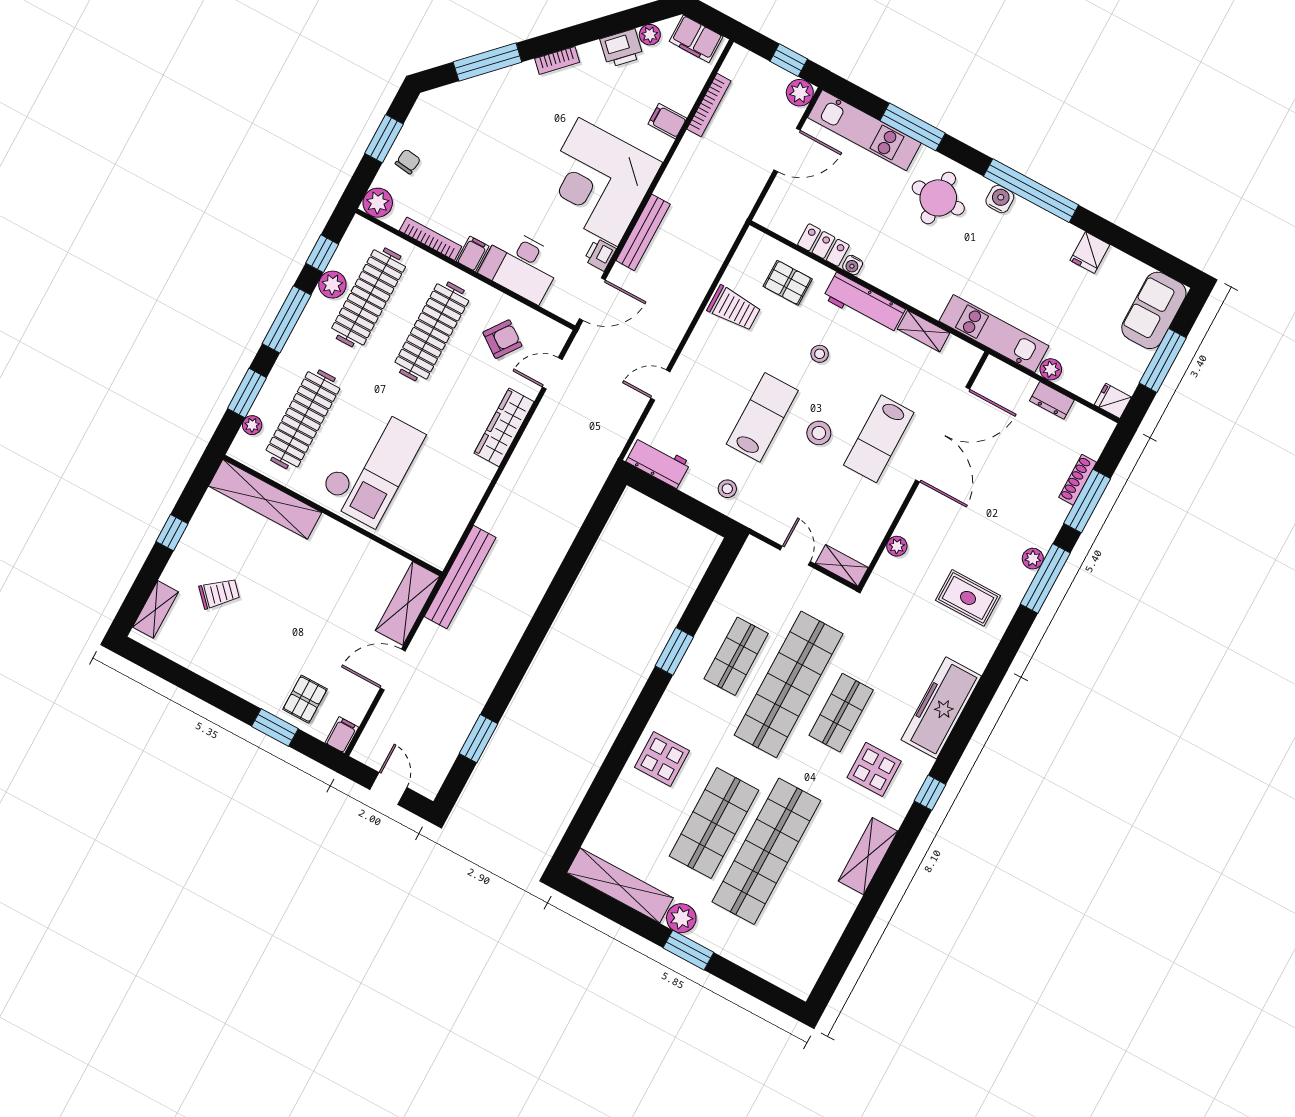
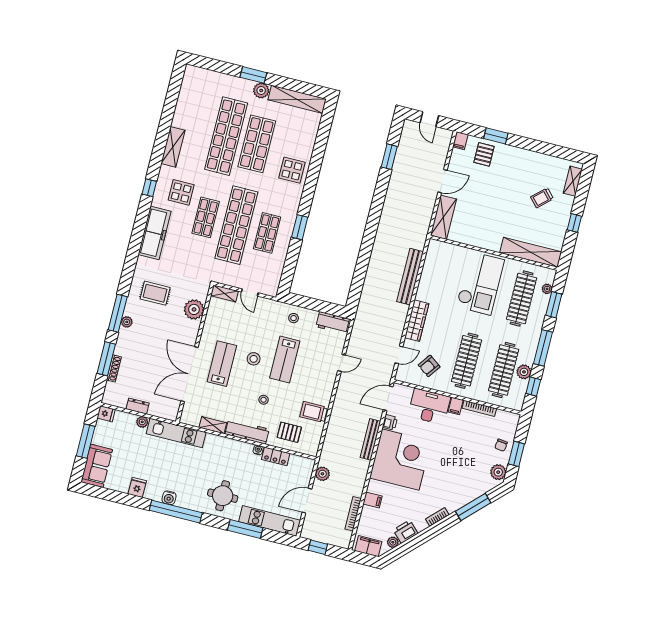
plant: (800, 93) -> (322, 474), moved
water cooler: (1000, 199) -> (169, 498), moved
plant: (378, 203) -> (498, 472), moved
checkout: (371, 466) -> (480, 283), turned 180
plant: (897, 546) -> (194, 309), width x1.88, depth x1.88
bench: (460, 577) -> (410, 277), moved

